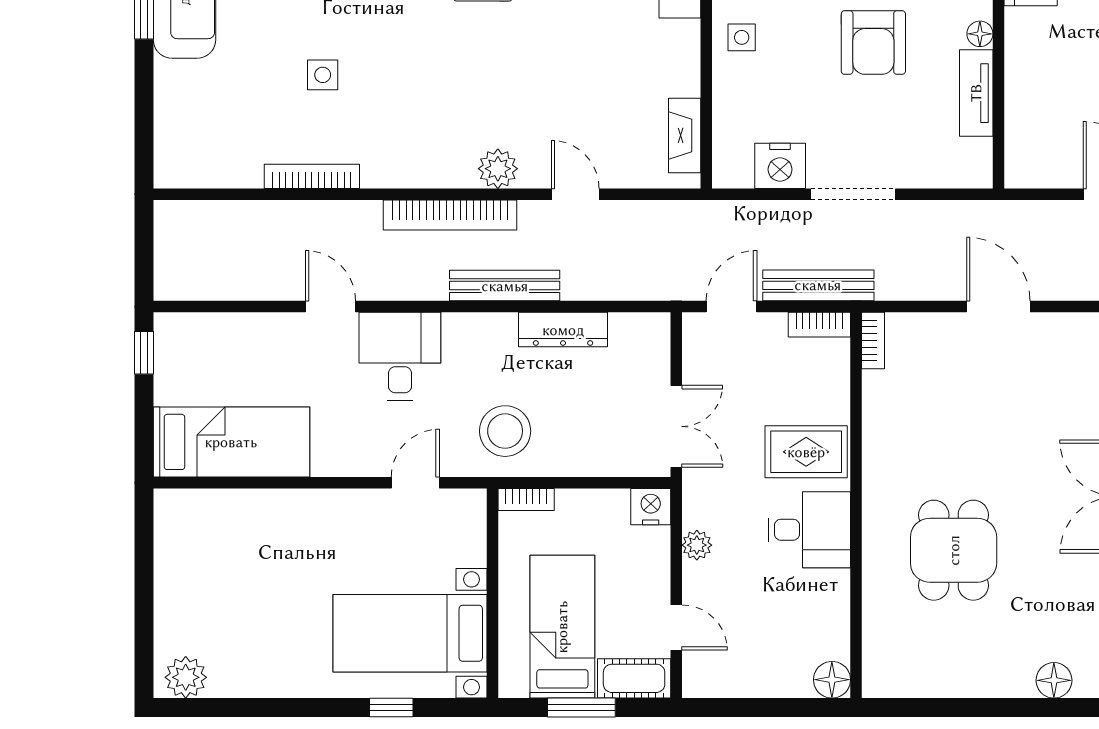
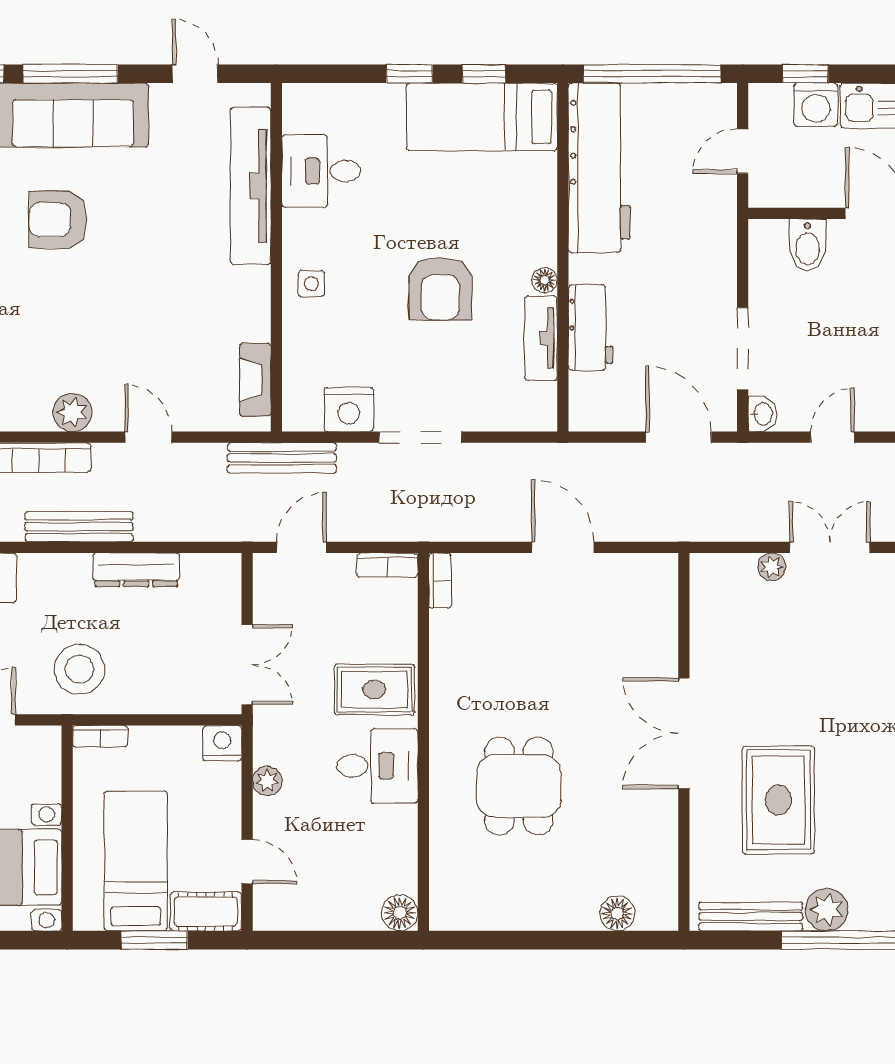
workbench: (1027, 82) -> (590, 327), added
bench: (818, 285) -> (282, 458), moved

